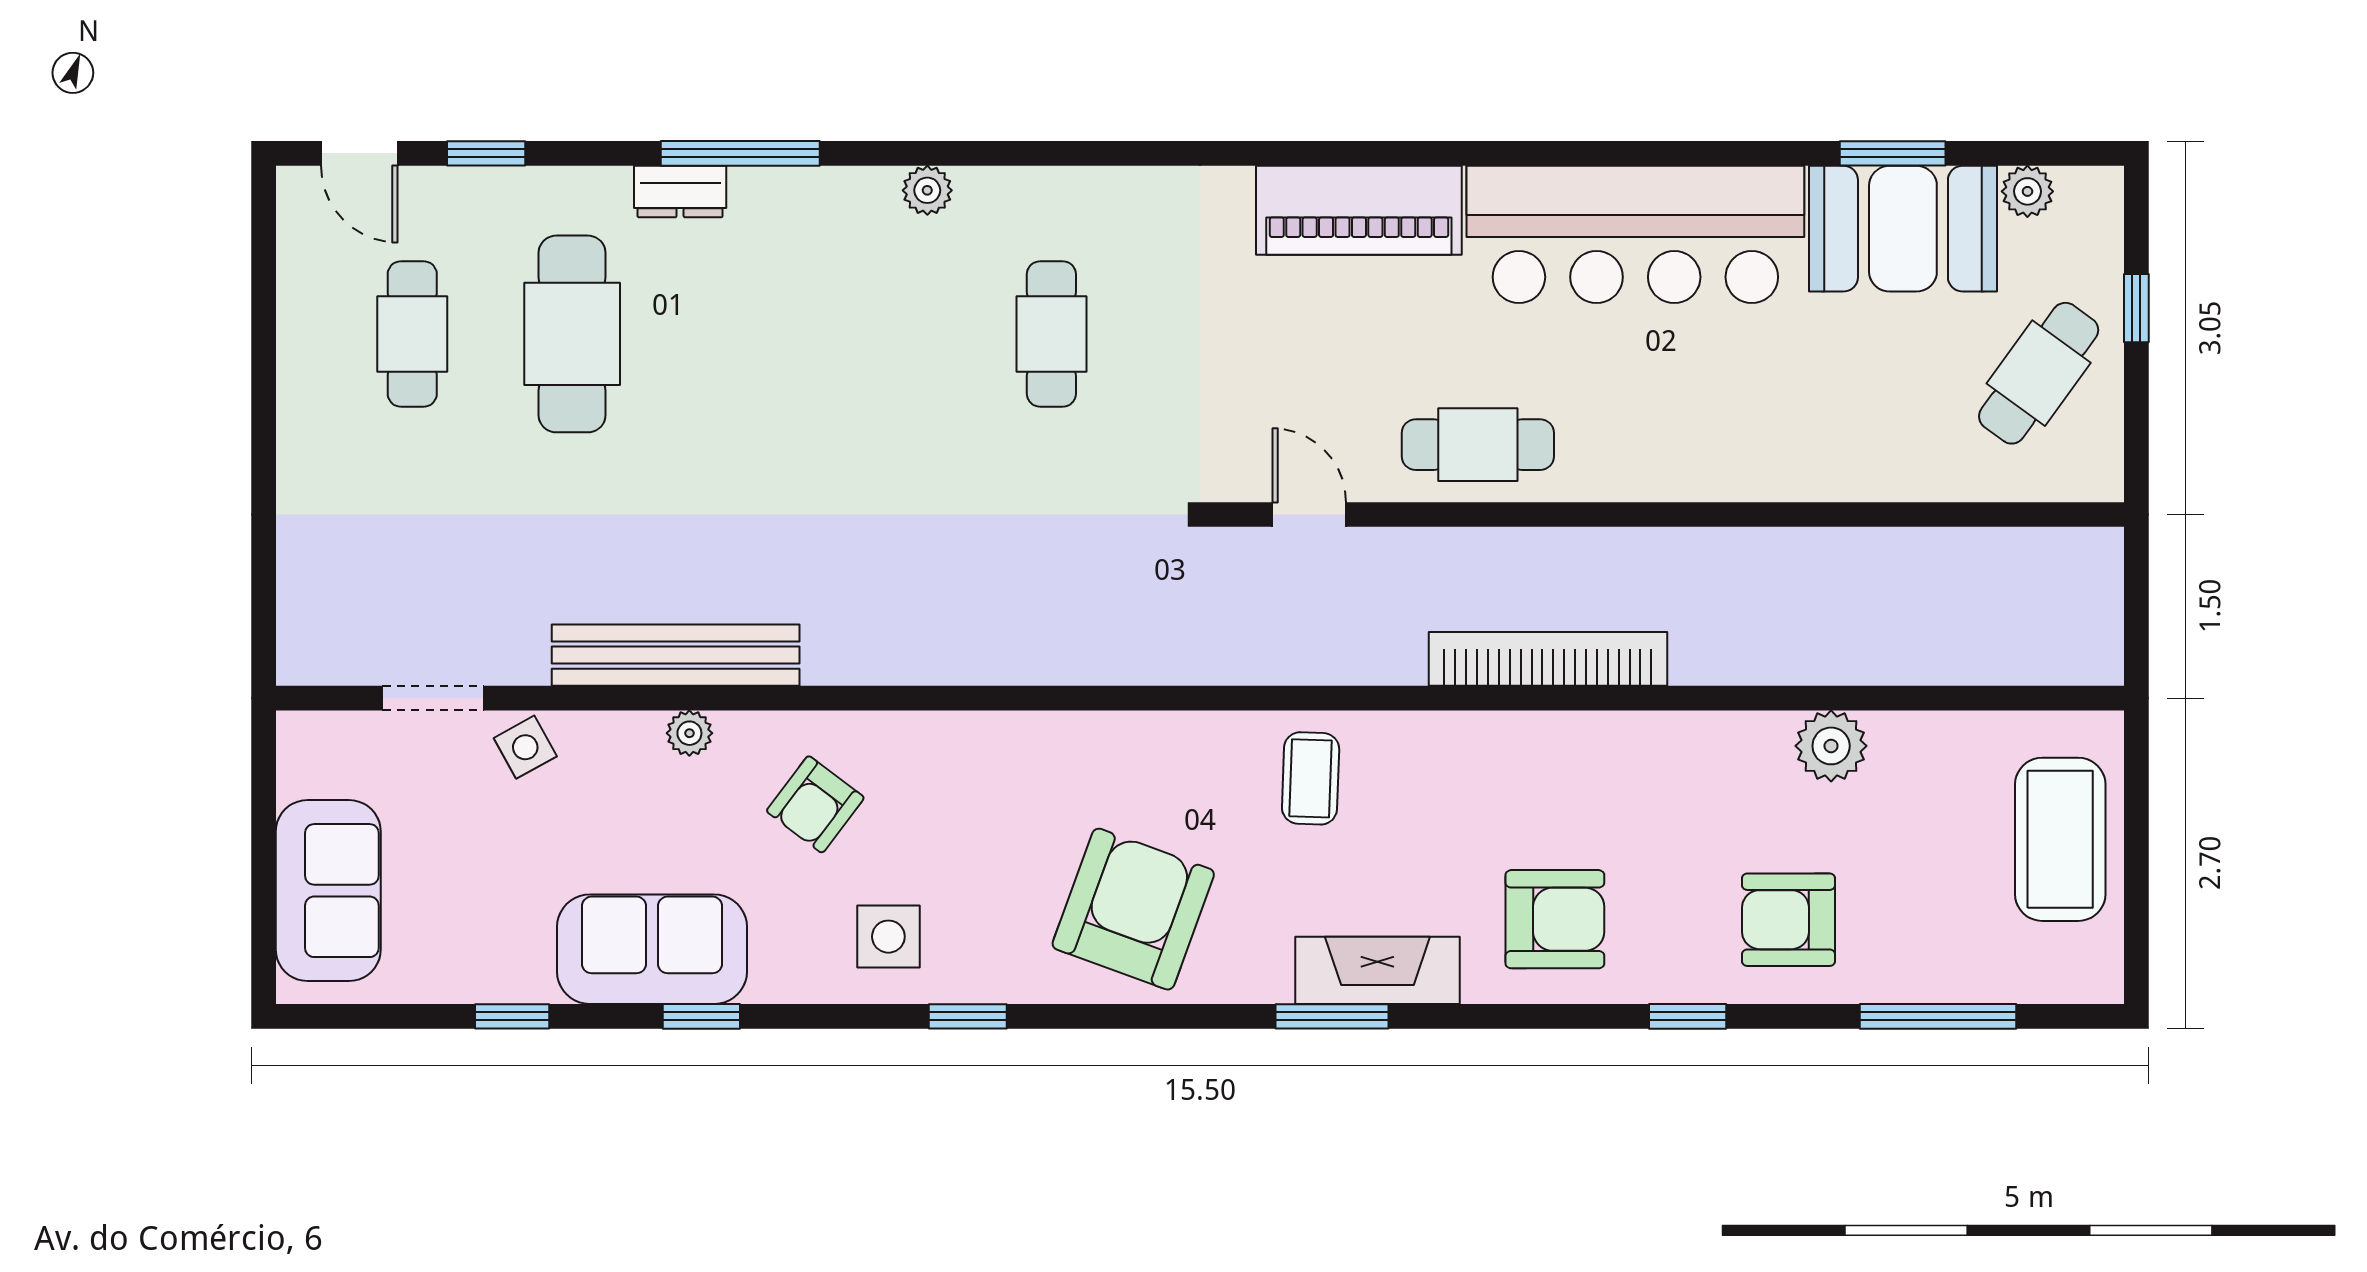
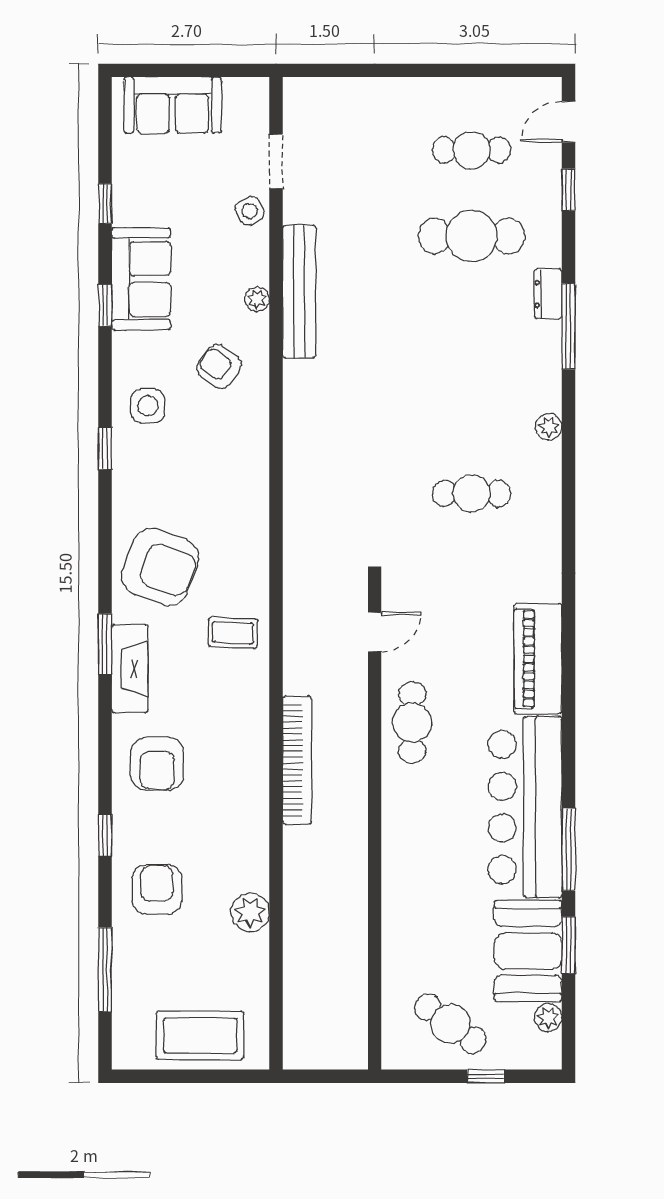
window: (1715, 153) -> (569, 850), added
armchair: (1133, 909) -> (160, 567), moved

